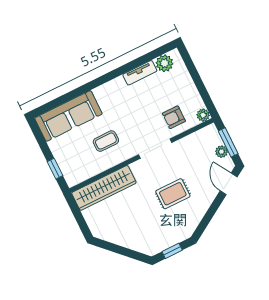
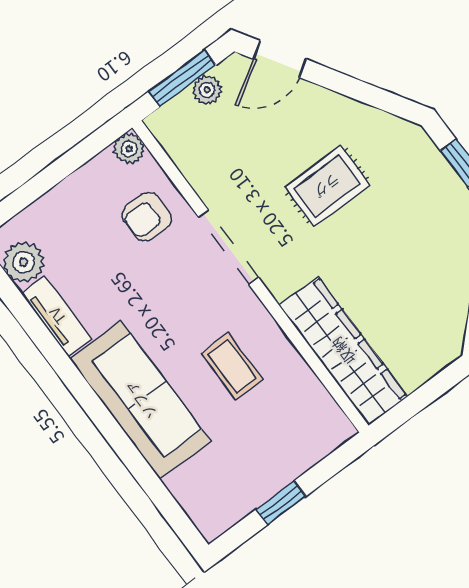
sofa: (68, 116) -> (140, 400), moved
armchair: (174, 117) -> (147, 217), turned 90
window: (55, 169) -> (281, 503), moved
rug: (173, 194) -> (327, 186), turned 90

